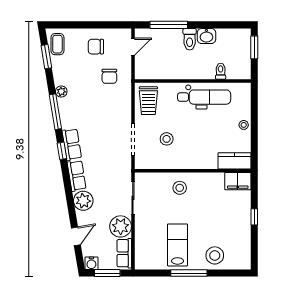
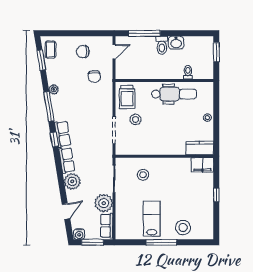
stool: (167, 139) -> (136, 119), moved
stool: (180, 188) -> (143, 175), moved

